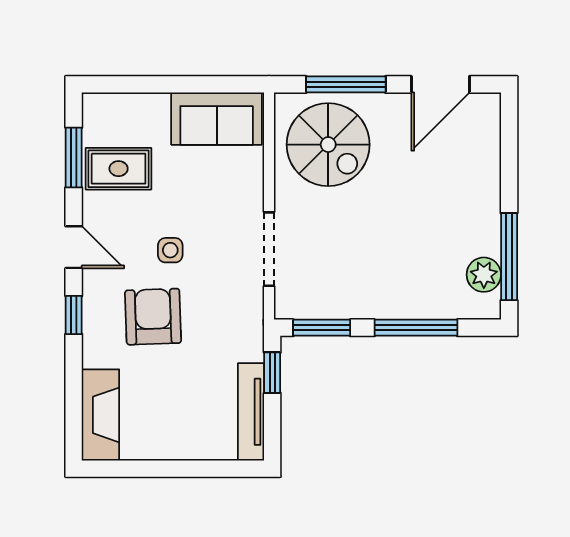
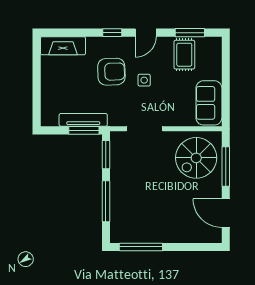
plant: (484, 275) -> (132, 235), removed
window: (272, 373) -> (84, 130), width x1.50
tv unit: (251, 412) -> (83, 120), moved

